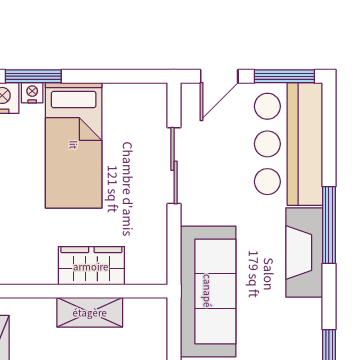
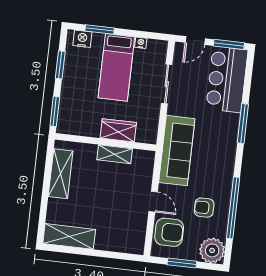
nightstand: (32, 93) -> (141, 43), moved
fireplace: (304, 253) -> (229, 136), removed

